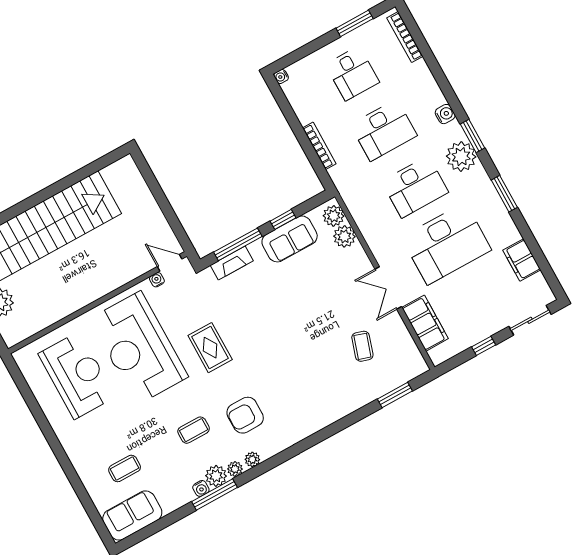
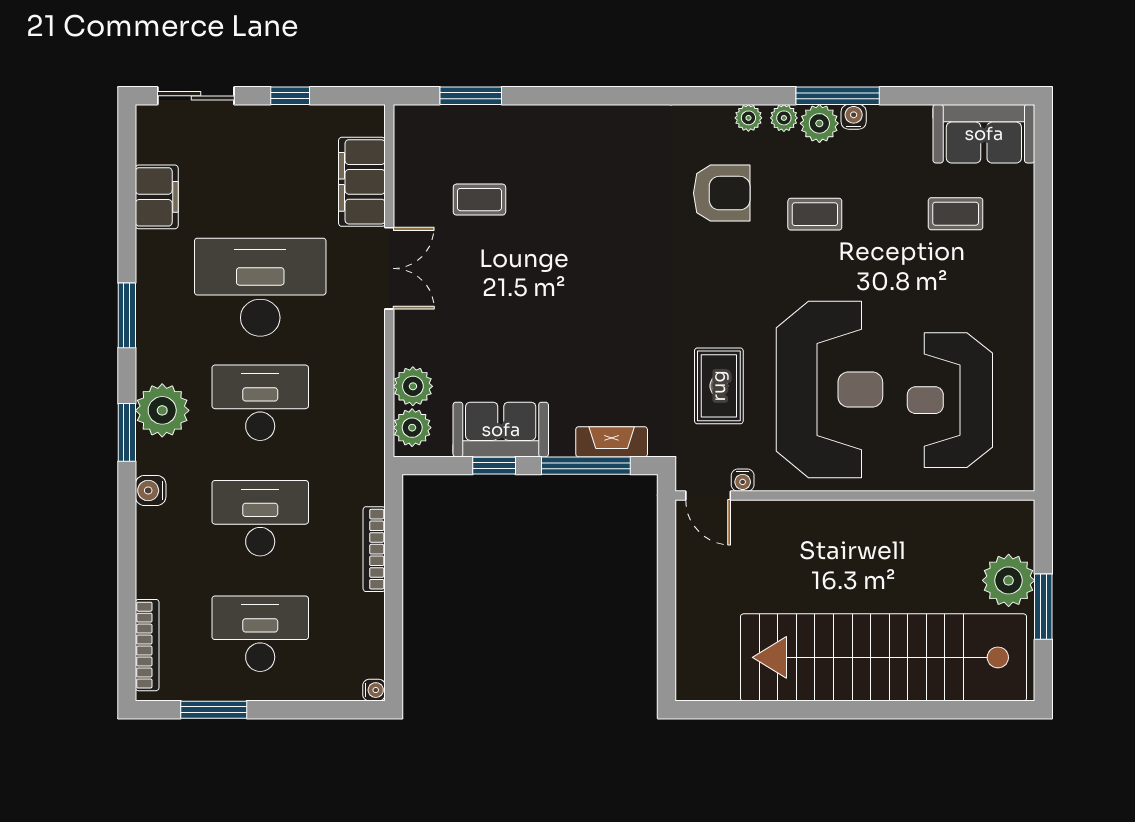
desk: (352, 73) -> (260, 634), width x1.37
coffee table: (362, 346) -> (479, 200), turned 72
rug: (210, 348) -> (719, 386), moved

